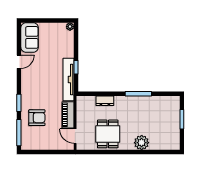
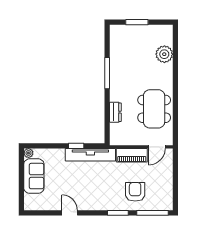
sofa: (30, 37) -> (34, 176), moved, turned 90
dining table: (108, 134) -> (154, 109), width x1.38
plant: (142, 143) -> (164, 54), moved

